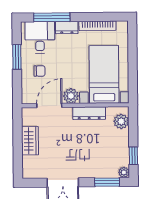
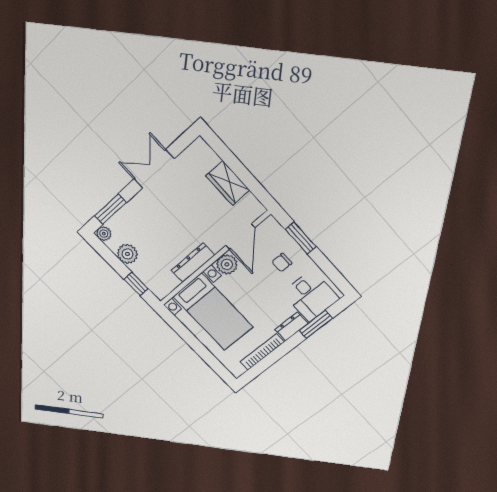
window: (52, 17) -> (316, 324), width x0.69
window: (17, 57) -> (301, 238), moved
plant: (121, 121) -> (127, 254), moved
window: (133, 156) -> (136, 284), moved

